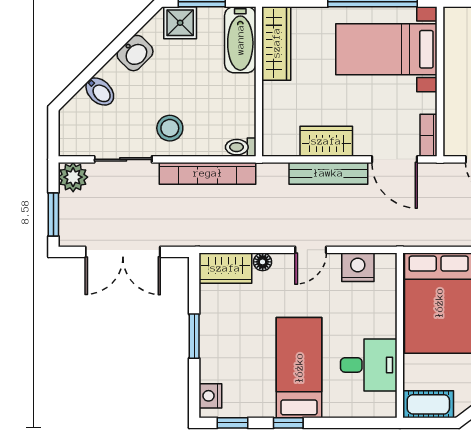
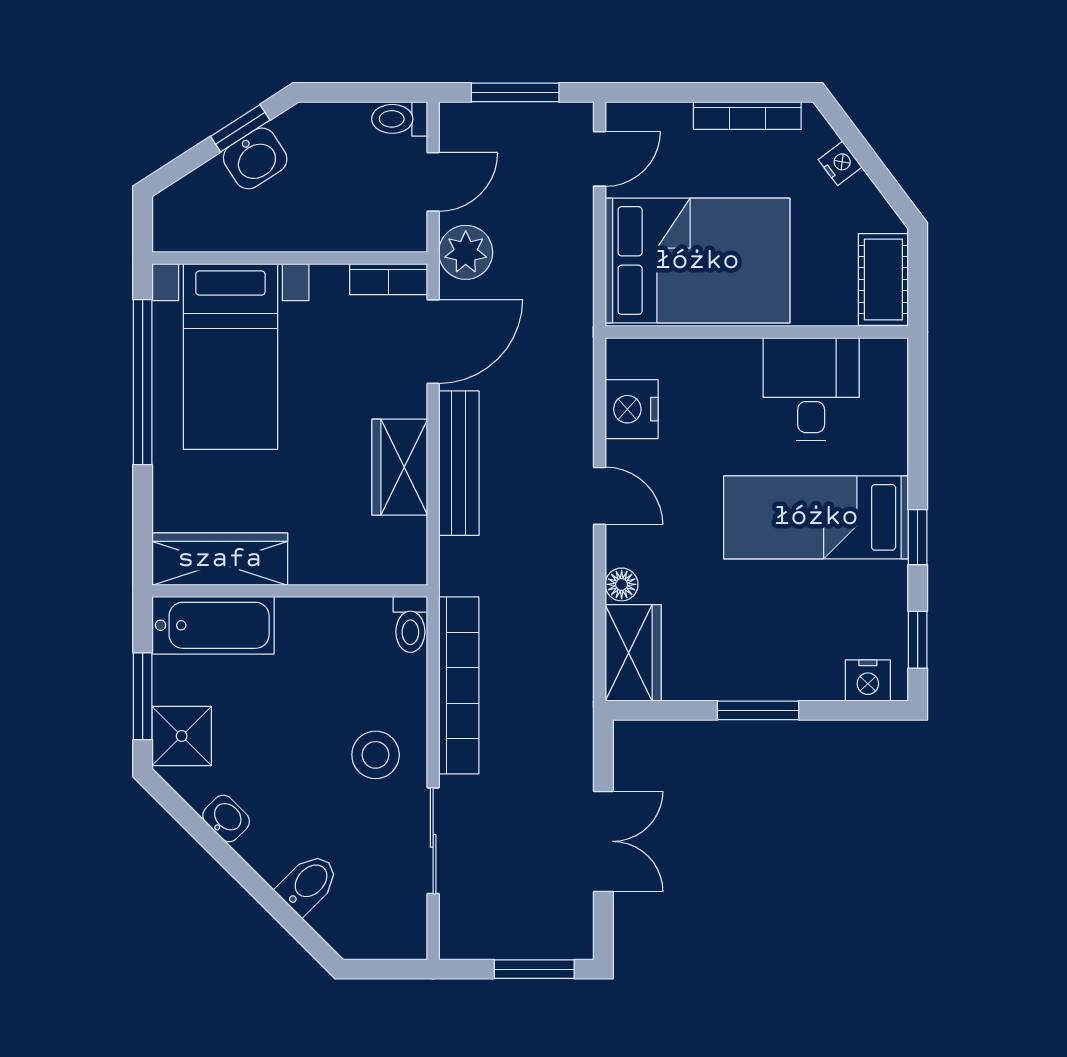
washbasin: (135, 53) -> (226, 818), width x0.72, depth x0.69
plant: (73, 177) -> (466, 252), moved
double door: (123, 252) -> (603, 841), width x0.73

